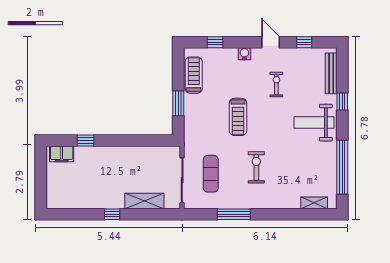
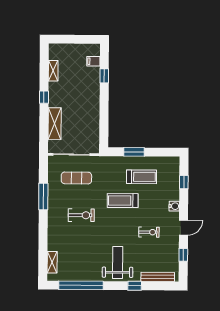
treadmill: (194, 75) -> (141, 177), moved
filing cabinet: (62, 154) -> (93, 61), width x0.50
shelving: (80, 203) -> (53, 71), added

